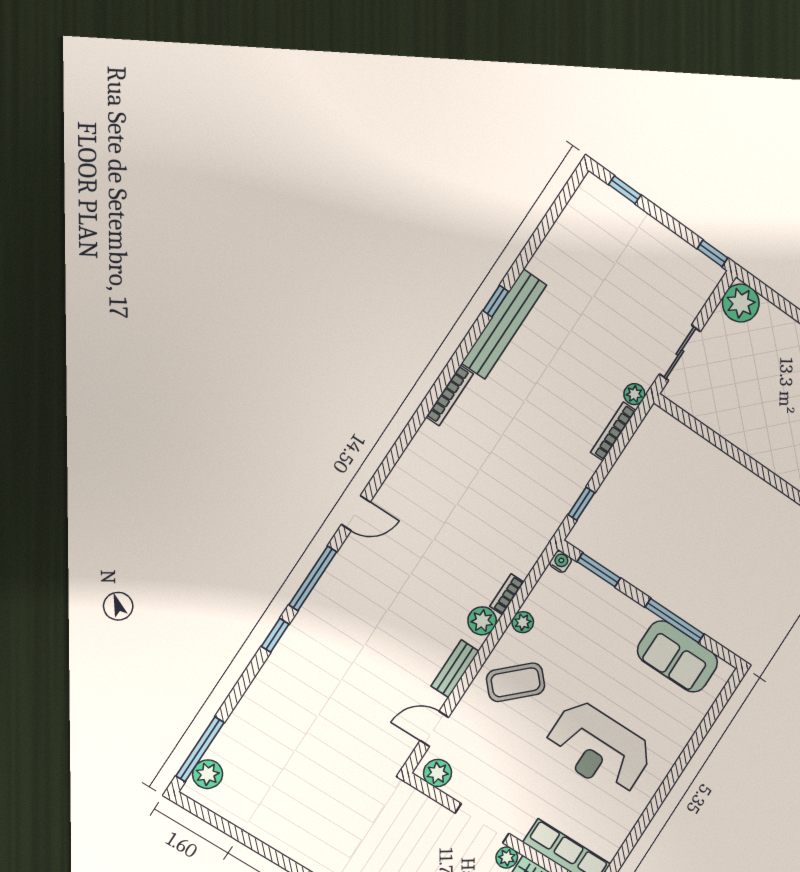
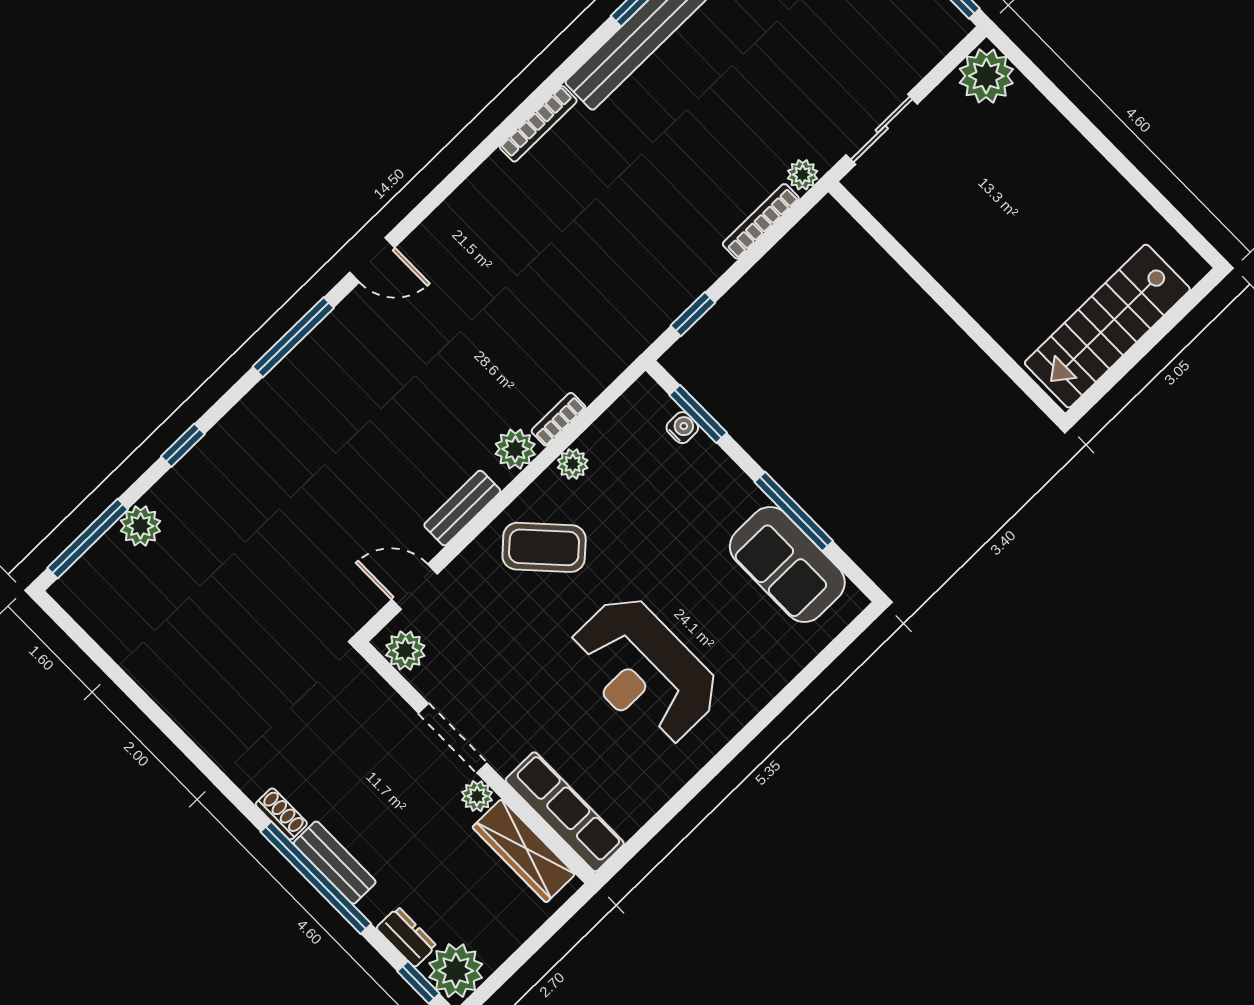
water cooler: (561, 562) -> (682, 428), moved
window: (275, 635) -> (183, 445), moved
plant: (208, 774) -> (140, 526), moved

